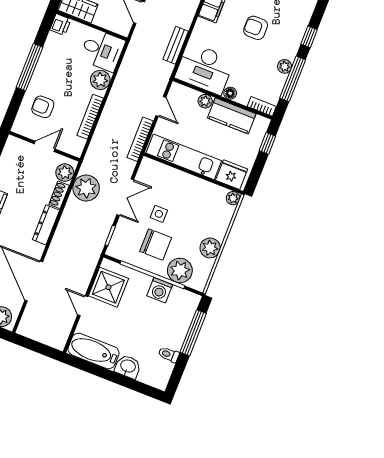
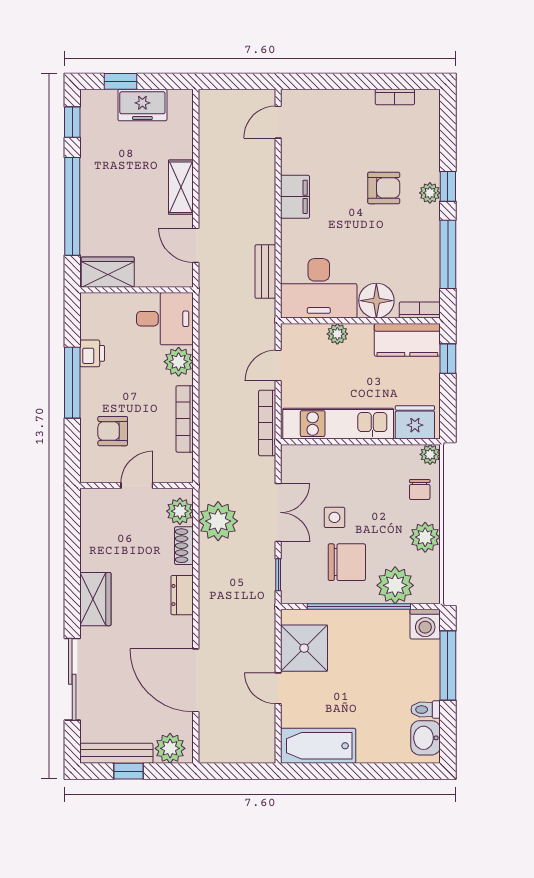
printer: (60, 25) -> (92, 353), moved
armchair: (256, 28) -> (384, 188), moved, turned 180
plant: (285, 66) -> (430, 193), moved
floor lamp: (230, 93) -> (376, 301), width x1.89, depth x1.89
door: (161, 106) -> (278, 366), swing flipped
kitchen counter: (232, 116) -> (407, 340), moved
chair: (218, 217) -> (420, 490), added
dresser: (46, 225) -> (182, 595), width x0.70
washing machine: (160, 290) -> (425, 624), moved
washbasin: (128, 367) -> (426, 738), moved, turned -90

